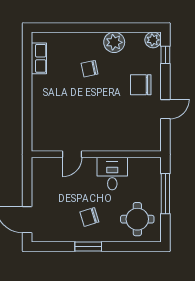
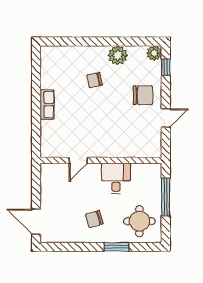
row of seats: (39, 58) -> (47, 104), moved
chair: (141, 85) -> (143, 95), turned 180
window: (88, 246) -> (117, 247), moved

